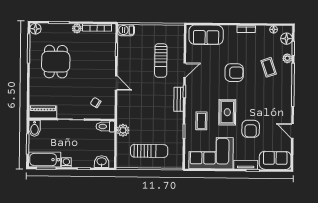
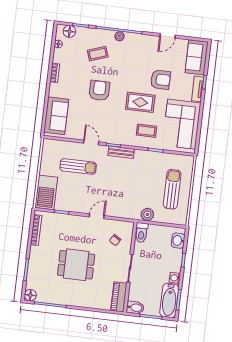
plant: (77, 28) -> (35, 251), removed
barbecue: (126, 30) -> (46, 192), width x1.88, depth x1.53
plant: (287, 58) -> (120, 36), moved
dining table: (56, 62) -> (76, 265), moved

